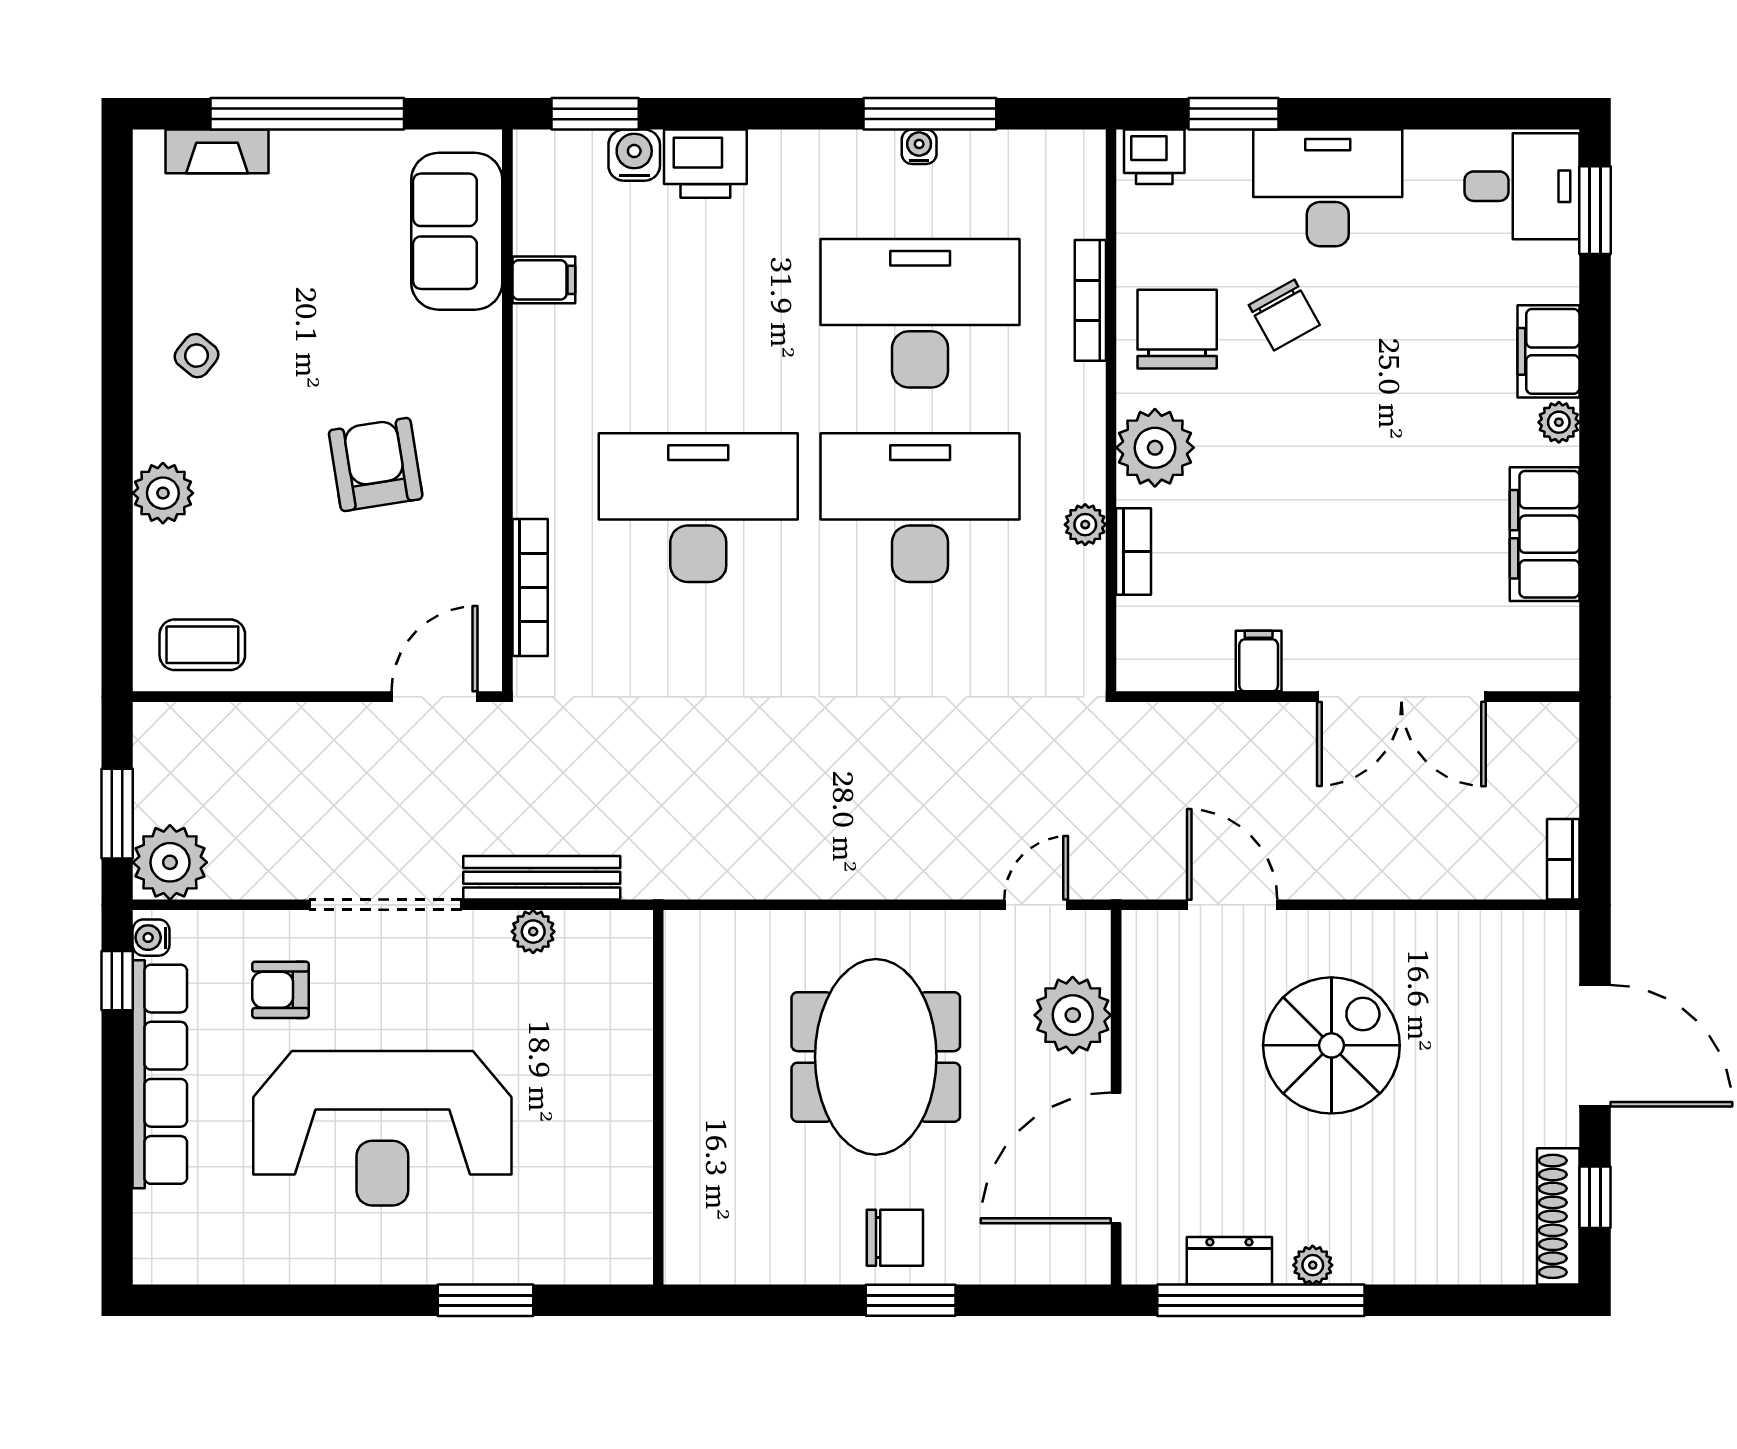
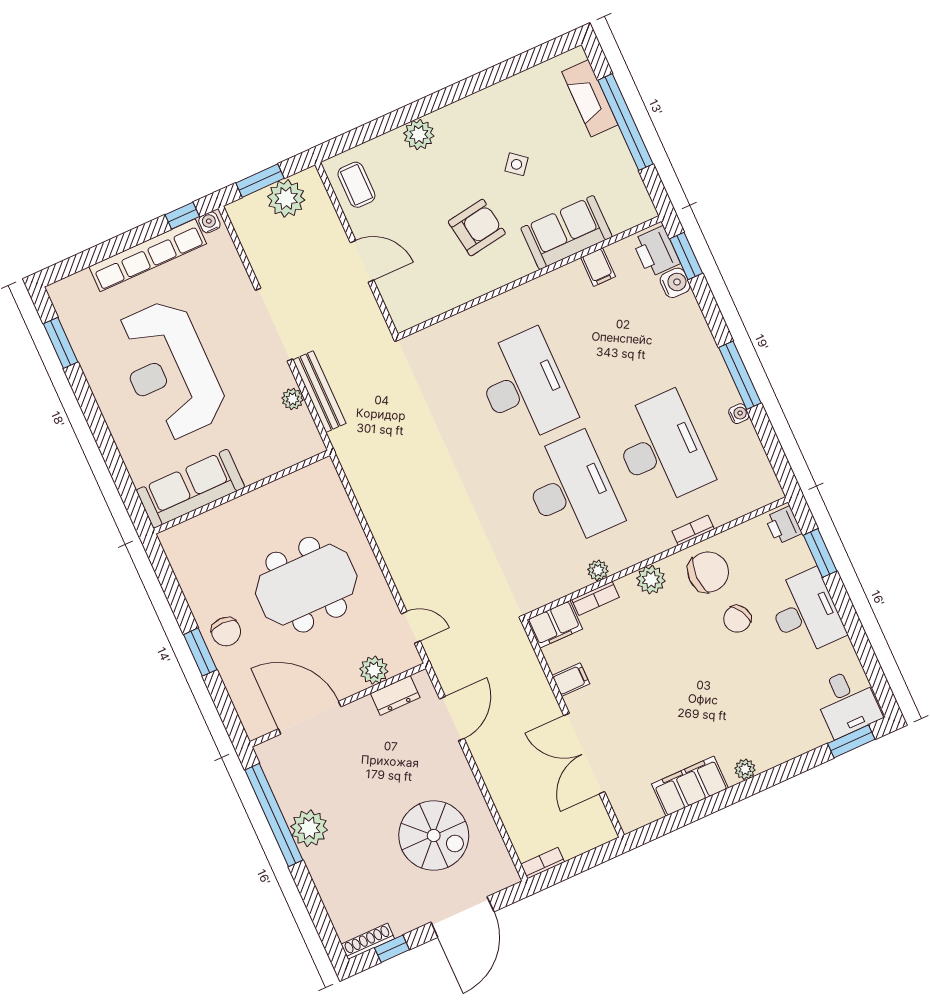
window: (930, 114) -> (740, 375), moved
fireplace: (217, 151) -> (590, 98), width x1.37, depth x1.32
printer: (705, 164) -> (656, 252), moved
sofa: (457, 231) -> (566, 232), moved
bookcase: (1090, 300) -> (693, 530), width x0.64
filing cabinet: (1548, 351) -> (555, 624), moved, turned 180
side table: (197, 356) -> (516, 164), moved
plant: (1155, 448) -> (651, 580), width x0.73, depth x0.73
bookcase: (530, 587) -> (452, 325), removed
door: (434, 697) -> (362, 261), moved
plant: (170, 862) -> (286, 198), moved
armchair: (280, 990) -> (212, 294), removed
plant: (1073, 1015) -> (374, 670), width x0.73, depth x0.73
spiral stairs: (1331, 1045) -> (434, 835), moved
sofa: (611, 1186) -> (191, 489), added
shoe rack: (1558, 1216) -> (368, 941), width x0.74, depth x0.81
dresser: (1229, 1261) -> (395, 695), moved, turned 90
plant: (1313, 1265) -> (309, 828), width x1.88, depth x1.88
window: (486, 1300) -> (61, 343), moved

